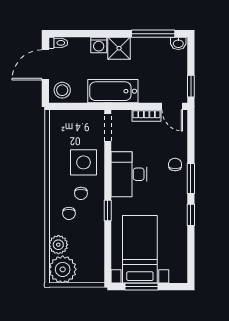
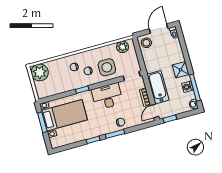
washing machine: (99, 45) -> (187, 87), moved
door: (45, 65) -> (159, 29), hinge flipped
bathtub: (113, 91) -> (158, 87), moved
plant: (58, 245) -> (123, 47), moved

